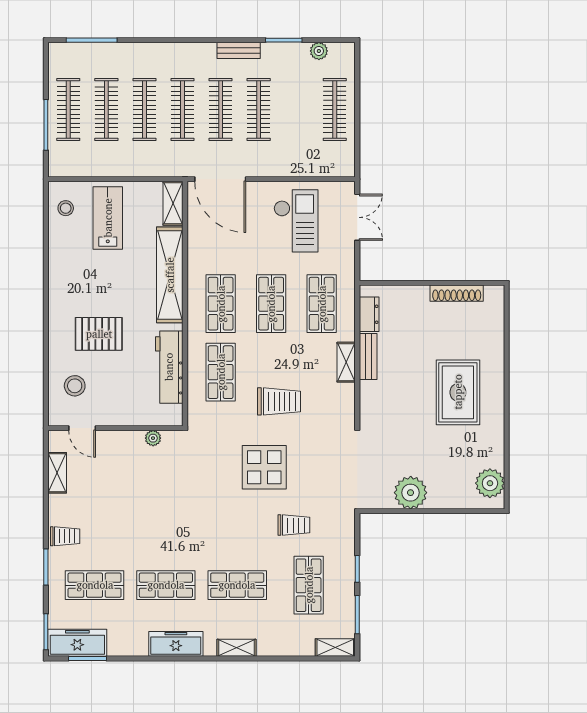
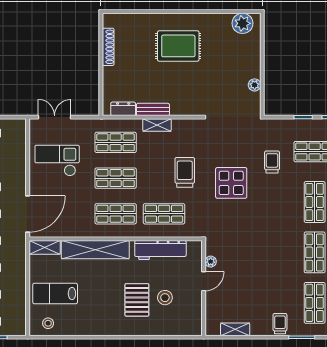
stool: (75, 386) -> (165, 298), moved
door: (82, 428) -> (204, 281), moved
plant: (411, 493) -> (255, 85), width x0.53, depth x0.53

